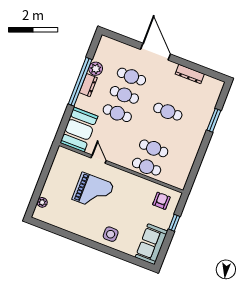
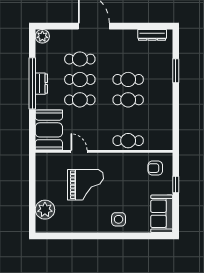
plant: (96, 69) -> (42, 36), moved
dresser: (190, 74) -> (152, 35), moved
cafe table: (154, 148) -> (128, 100), moved
armchair: (161, 201) -> (155, 168), turned -90
plant: (42, 202) -> (45, 210), width x1.87, depth x1.87

